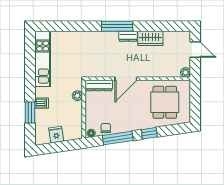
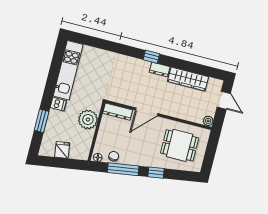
window: (117, 26) -> (151, 57), width x0.46
wardrobe: (150, 38) -> (188, 79), width x1.50
plant: (77, 96) -> (88, 120), width x1.87, depth x1.87
dining table: (165, 102) -> (180, 145), turned 90
dishwasher: (42, 103) -> (58, 104), moved

